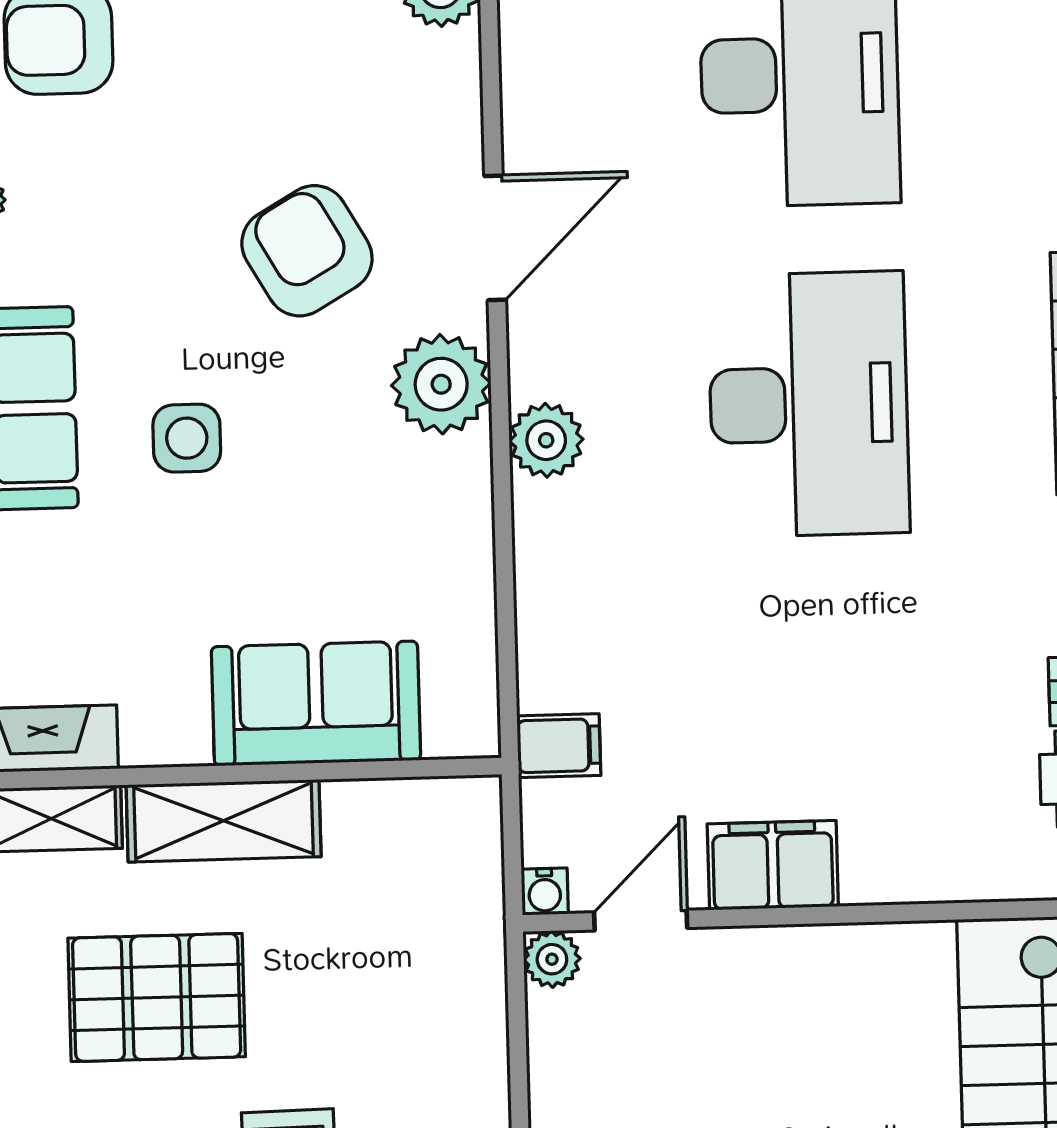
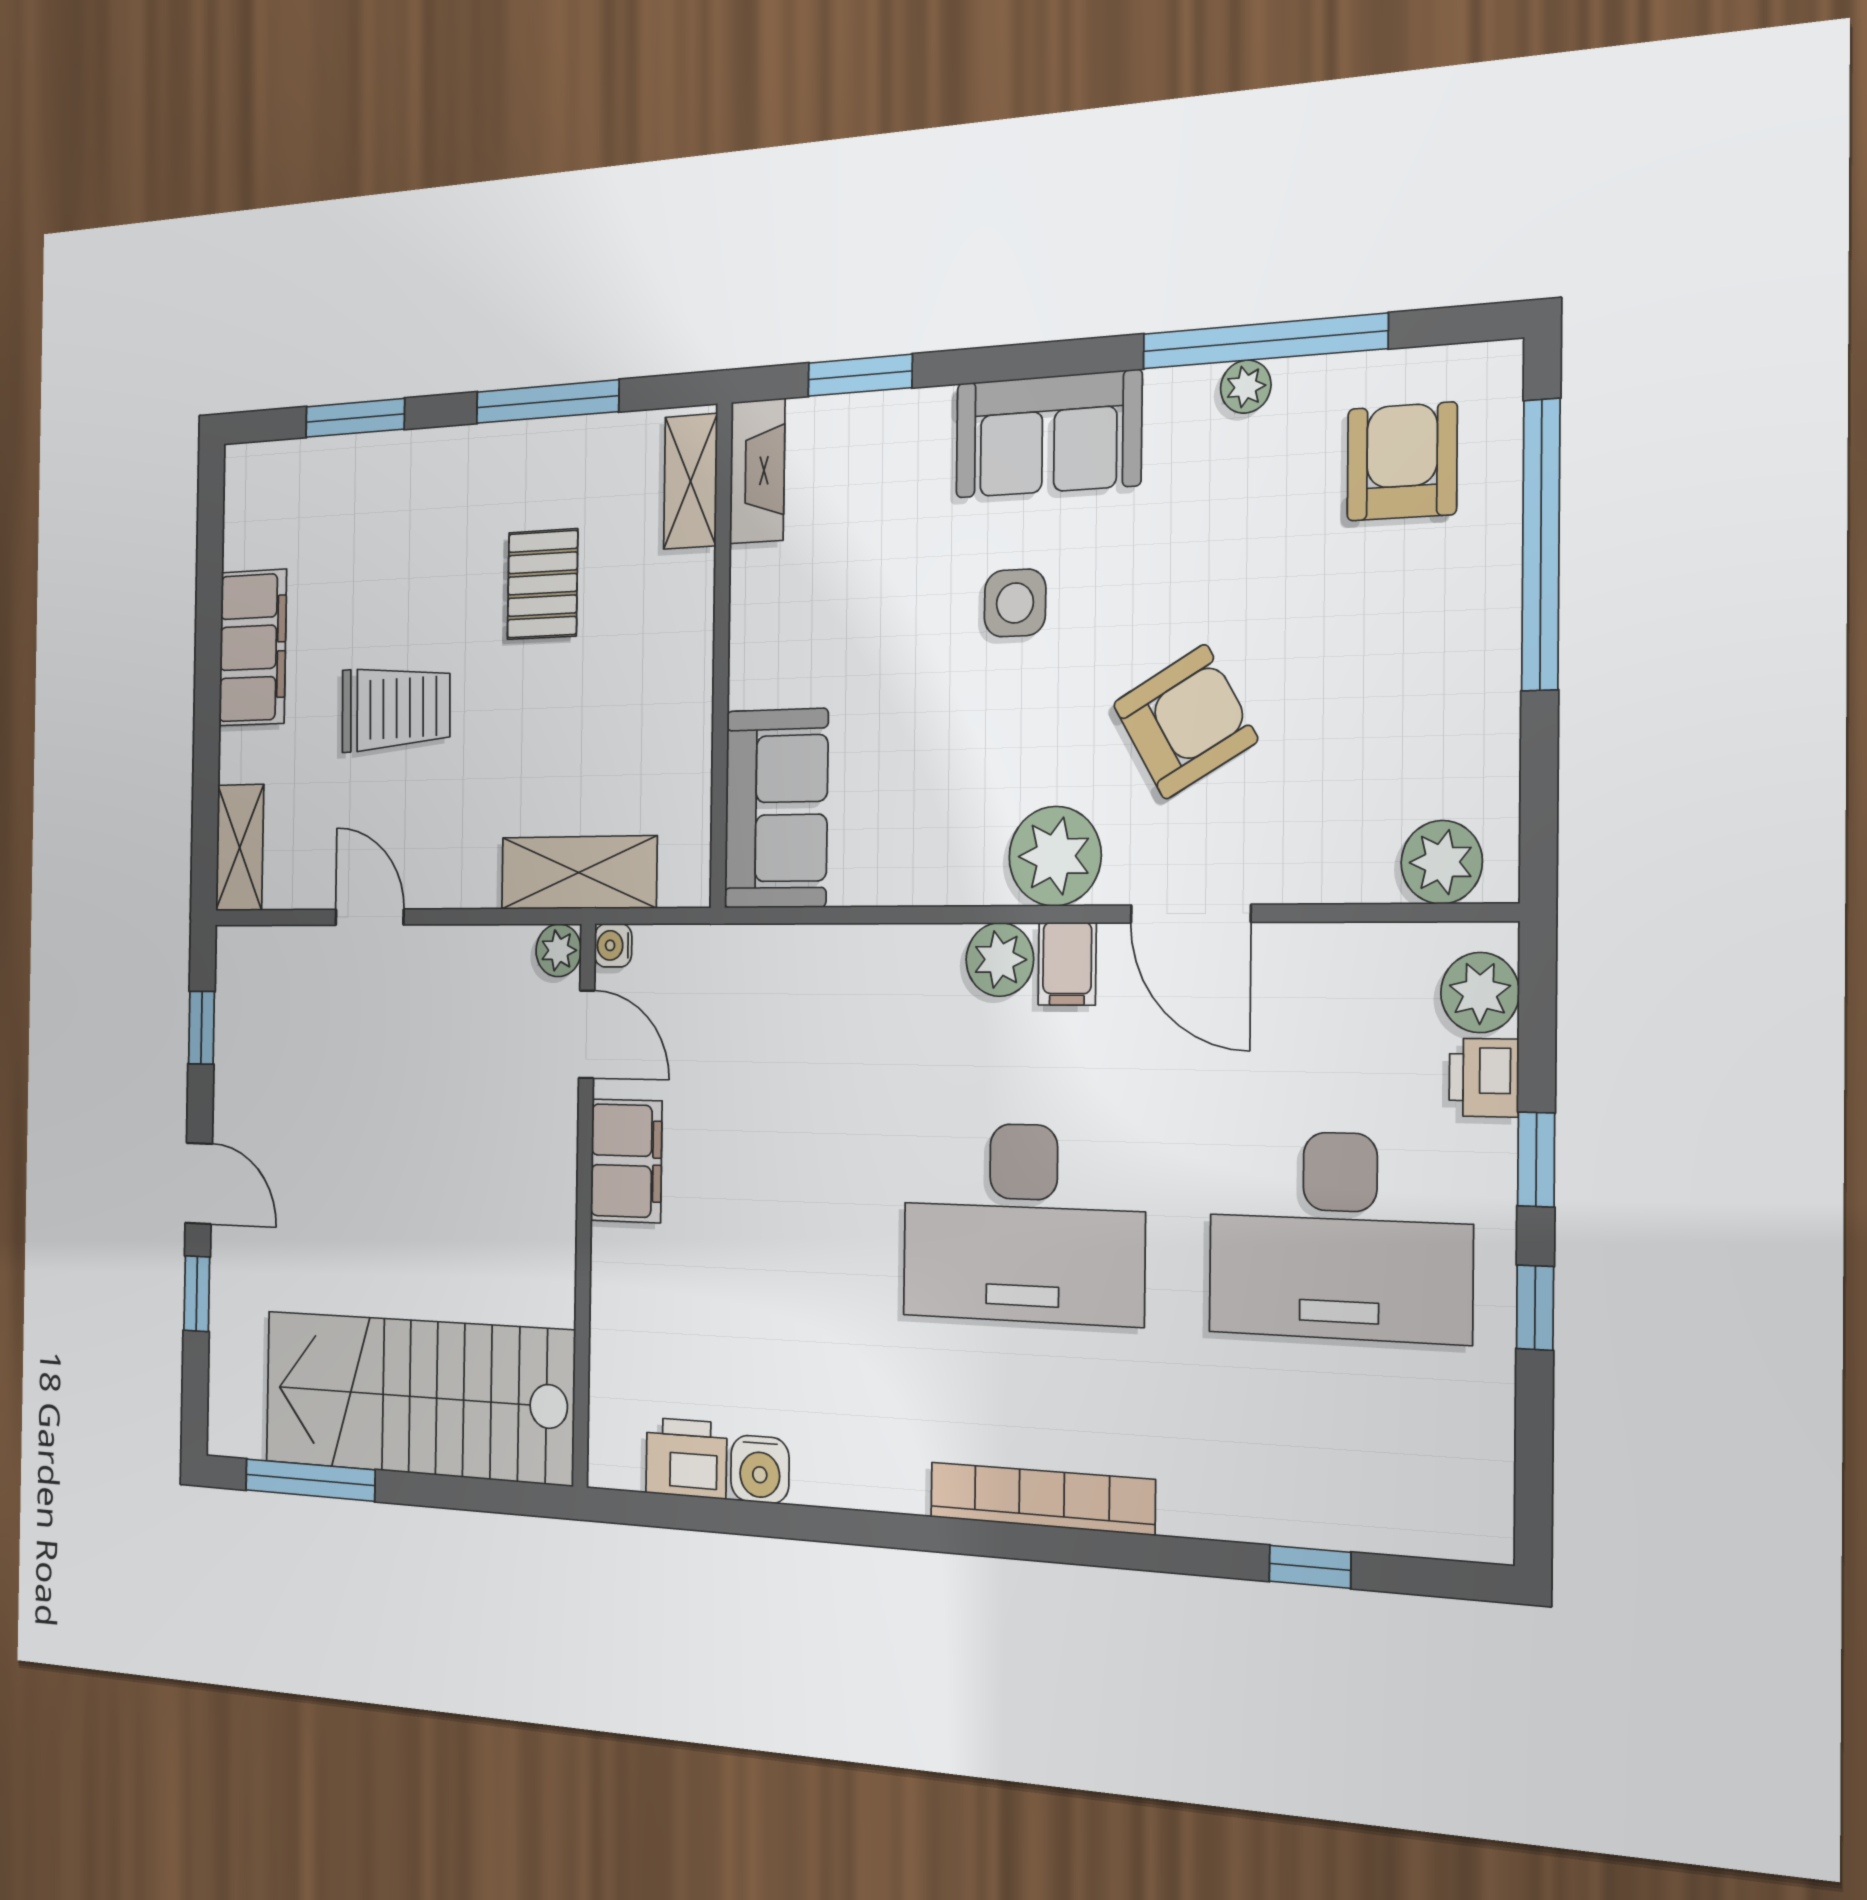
sofa: (316, 703) -> (776, 809), moved
filing cabinet: (559, 746) -> (1067, 964), moved
shelving: (224, 821) -> (579, 873), moved, turned 90
pallet: (157, 997) -> (542, 584), width x0.67, depth x0.71

